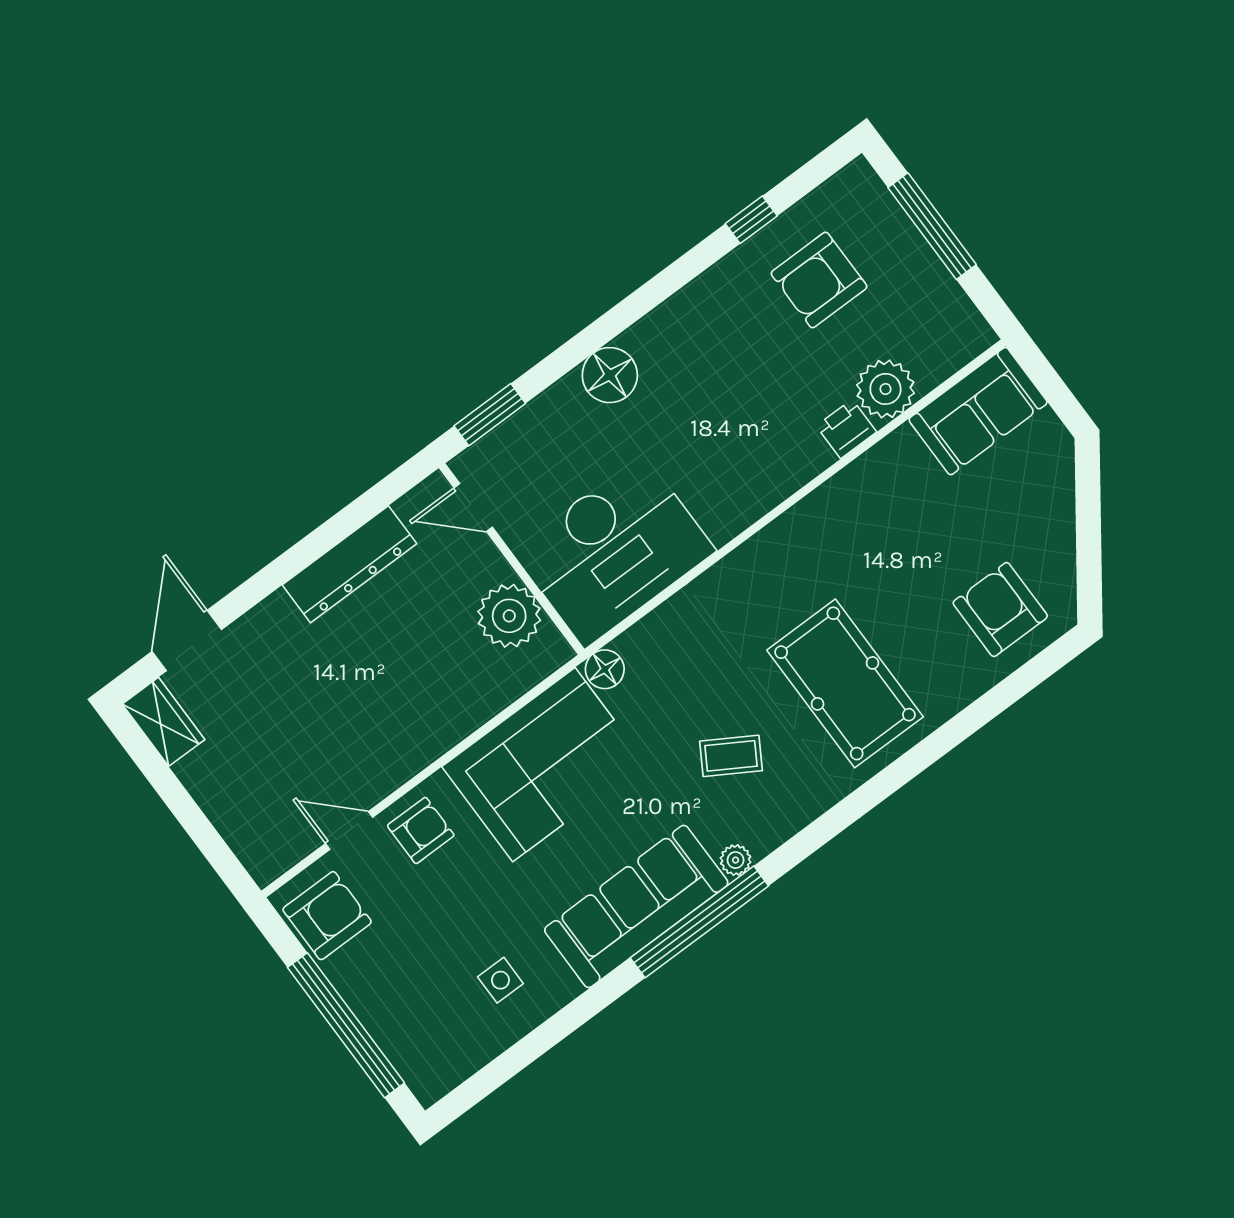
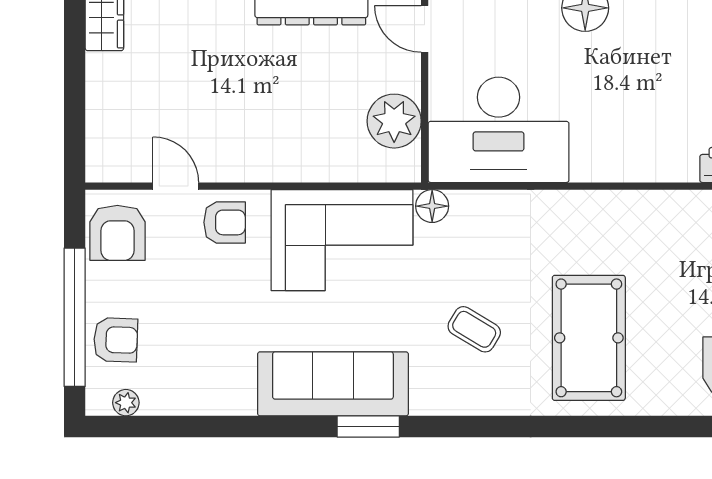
plant: (736, 860) -> (126, 403), moved
armchair: (327, 916) -> (117, 233), turned 90
window: (699, 922) -> (368, 426), width x0.47
side table: (500, 980) -> (203, 365), removed
armchair: (400, 1018) -> (116, 340), added

